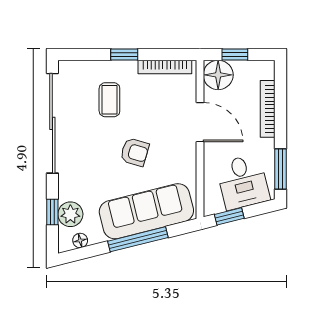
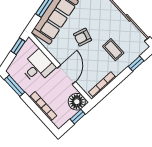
window: (124, 54) -> (136, 64), moved
door: (200, 122) -> (66, 75), swing flipped
desk: (243, 182) -> (38, 67), moved, turned 104

